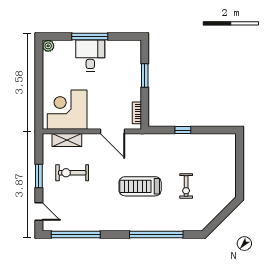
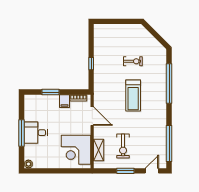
filing cabinet: (133, 94) -> (65, 101), added
door: (112, 131) -> (92, 116), hinge flipped

